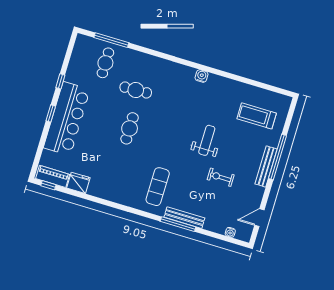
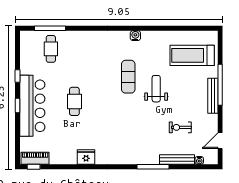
cafe table: (136, 90) -> (83, 64), removed
treadmill: (257, 116) -> (192, 55), width x1.37, depth x1.38
cafe table: (130, 128) -> (74, 101), moved
exercise bike: (221, 177) -> (180, 127), moved
fridge: (78, 183) -> (86, 157), moved
exercise mat: (158, 187) -> (128, 77), moved
bench: (184, 218) -> (177, 160), moved

